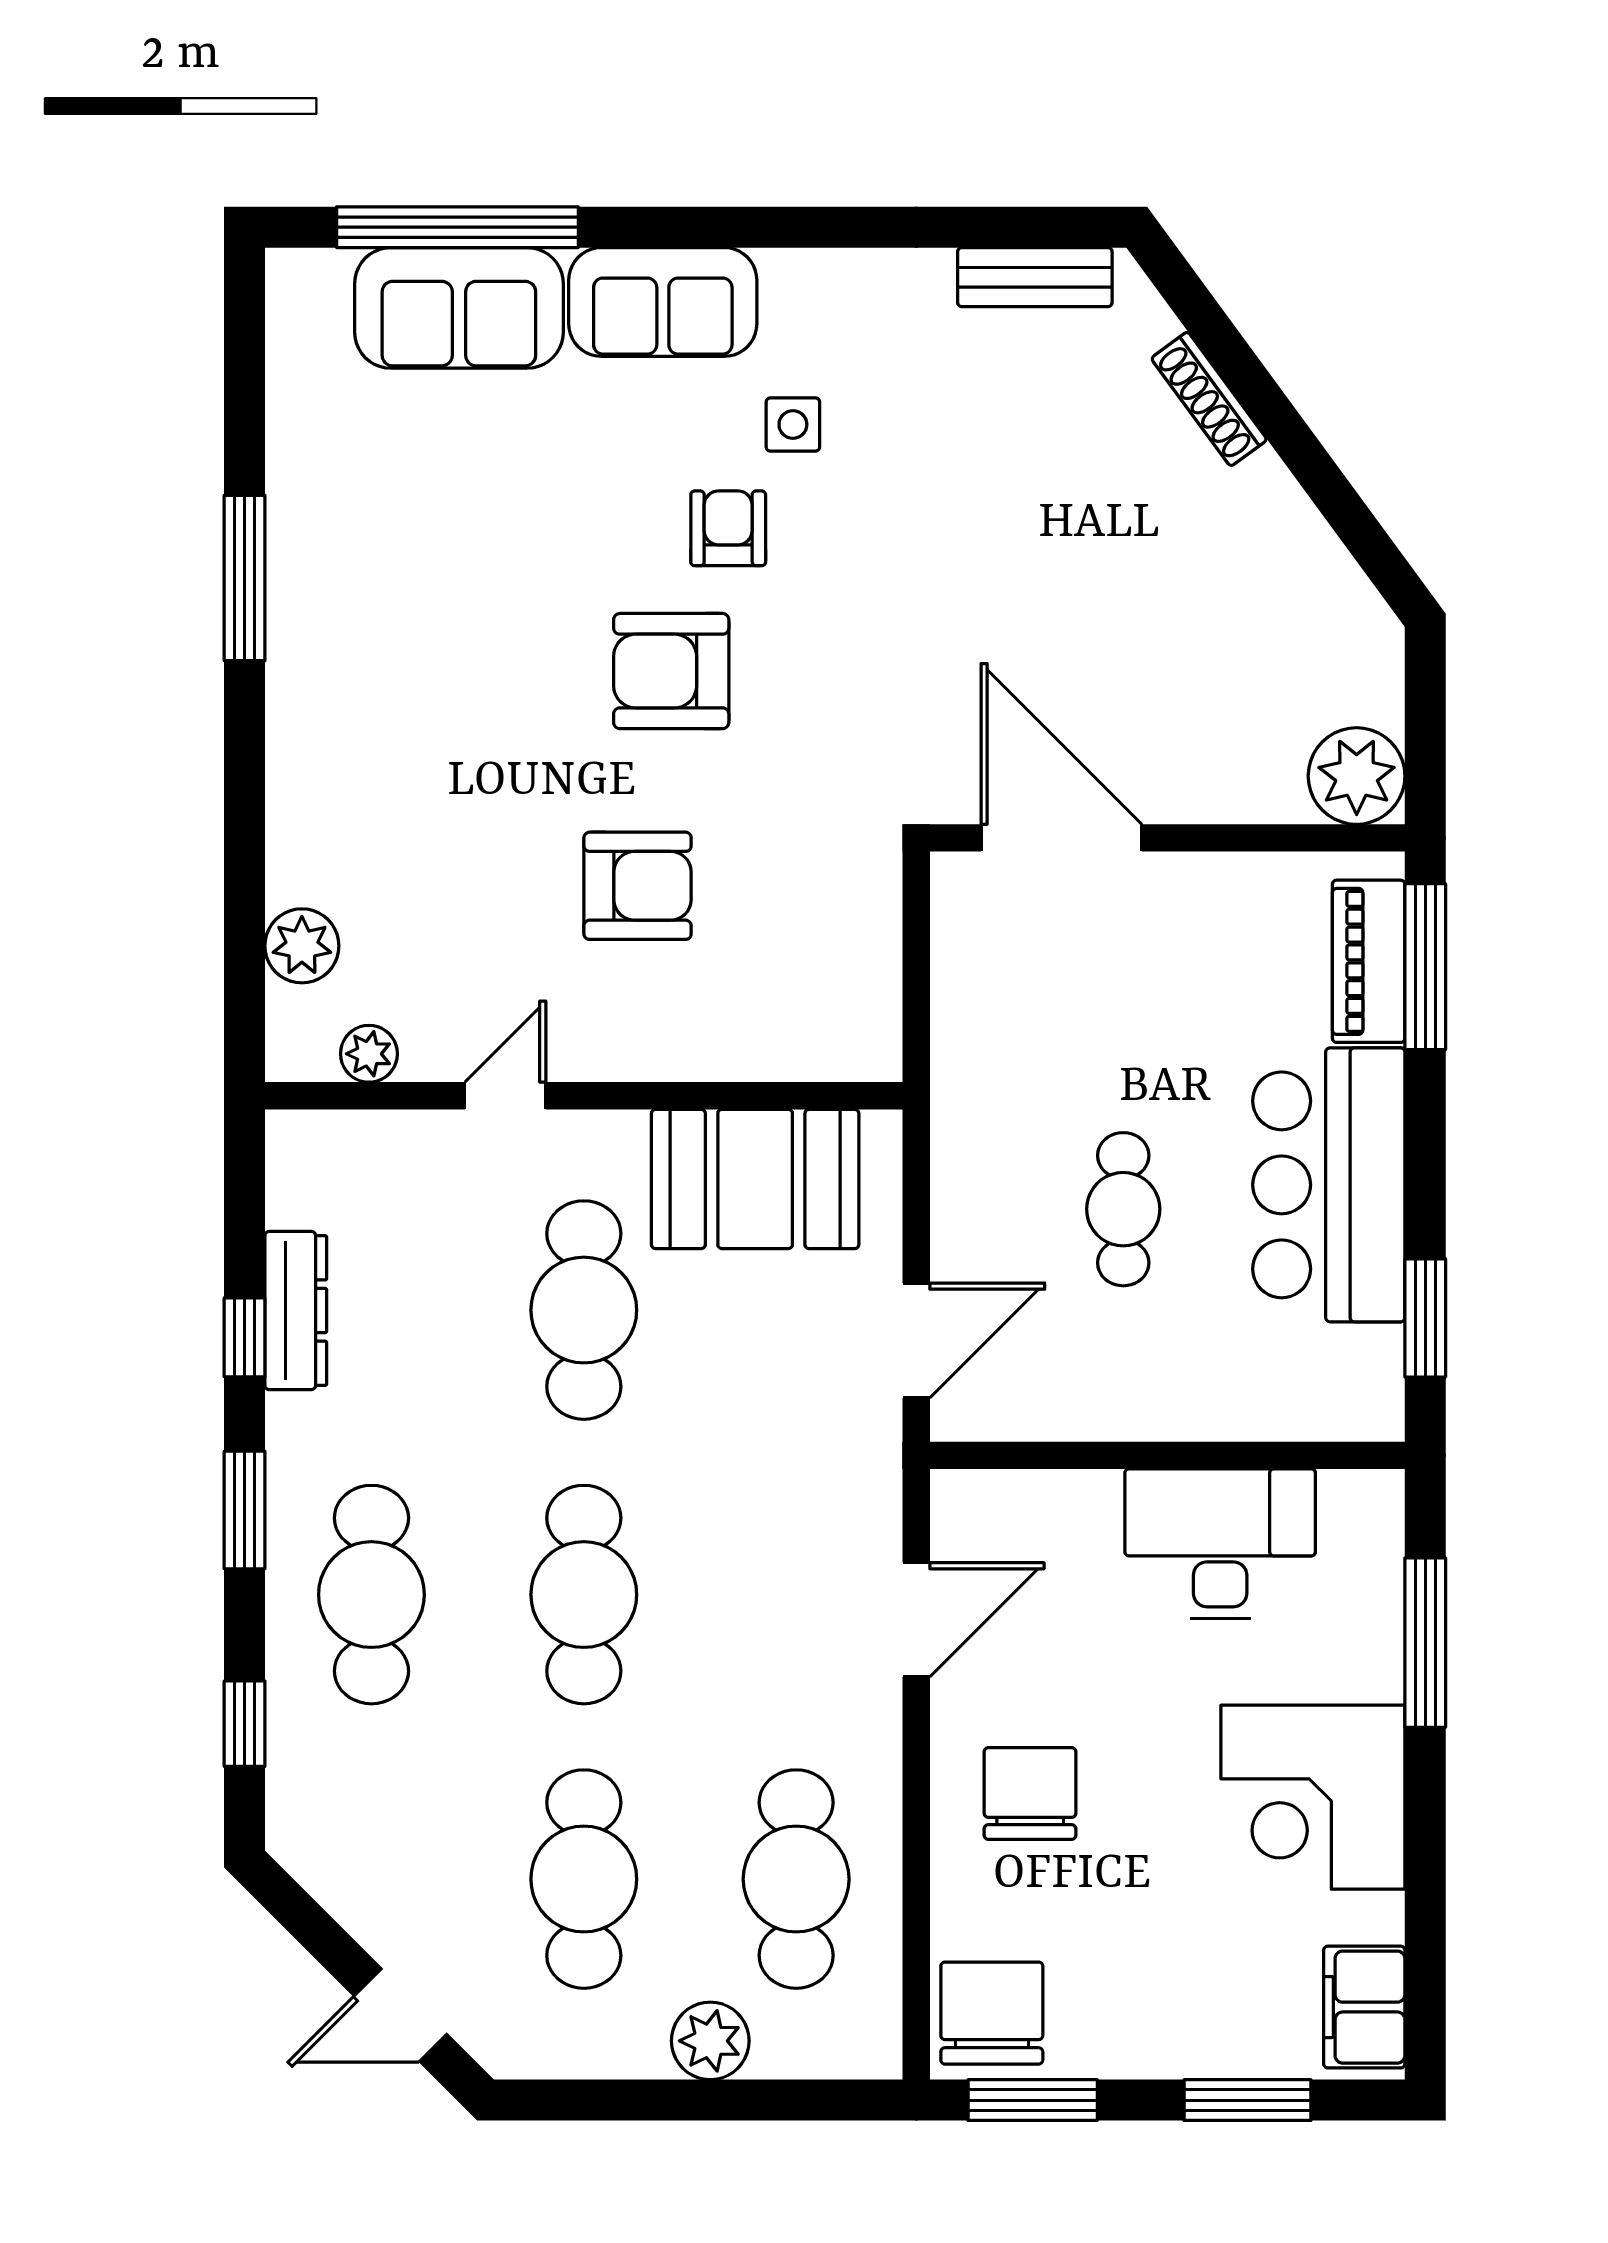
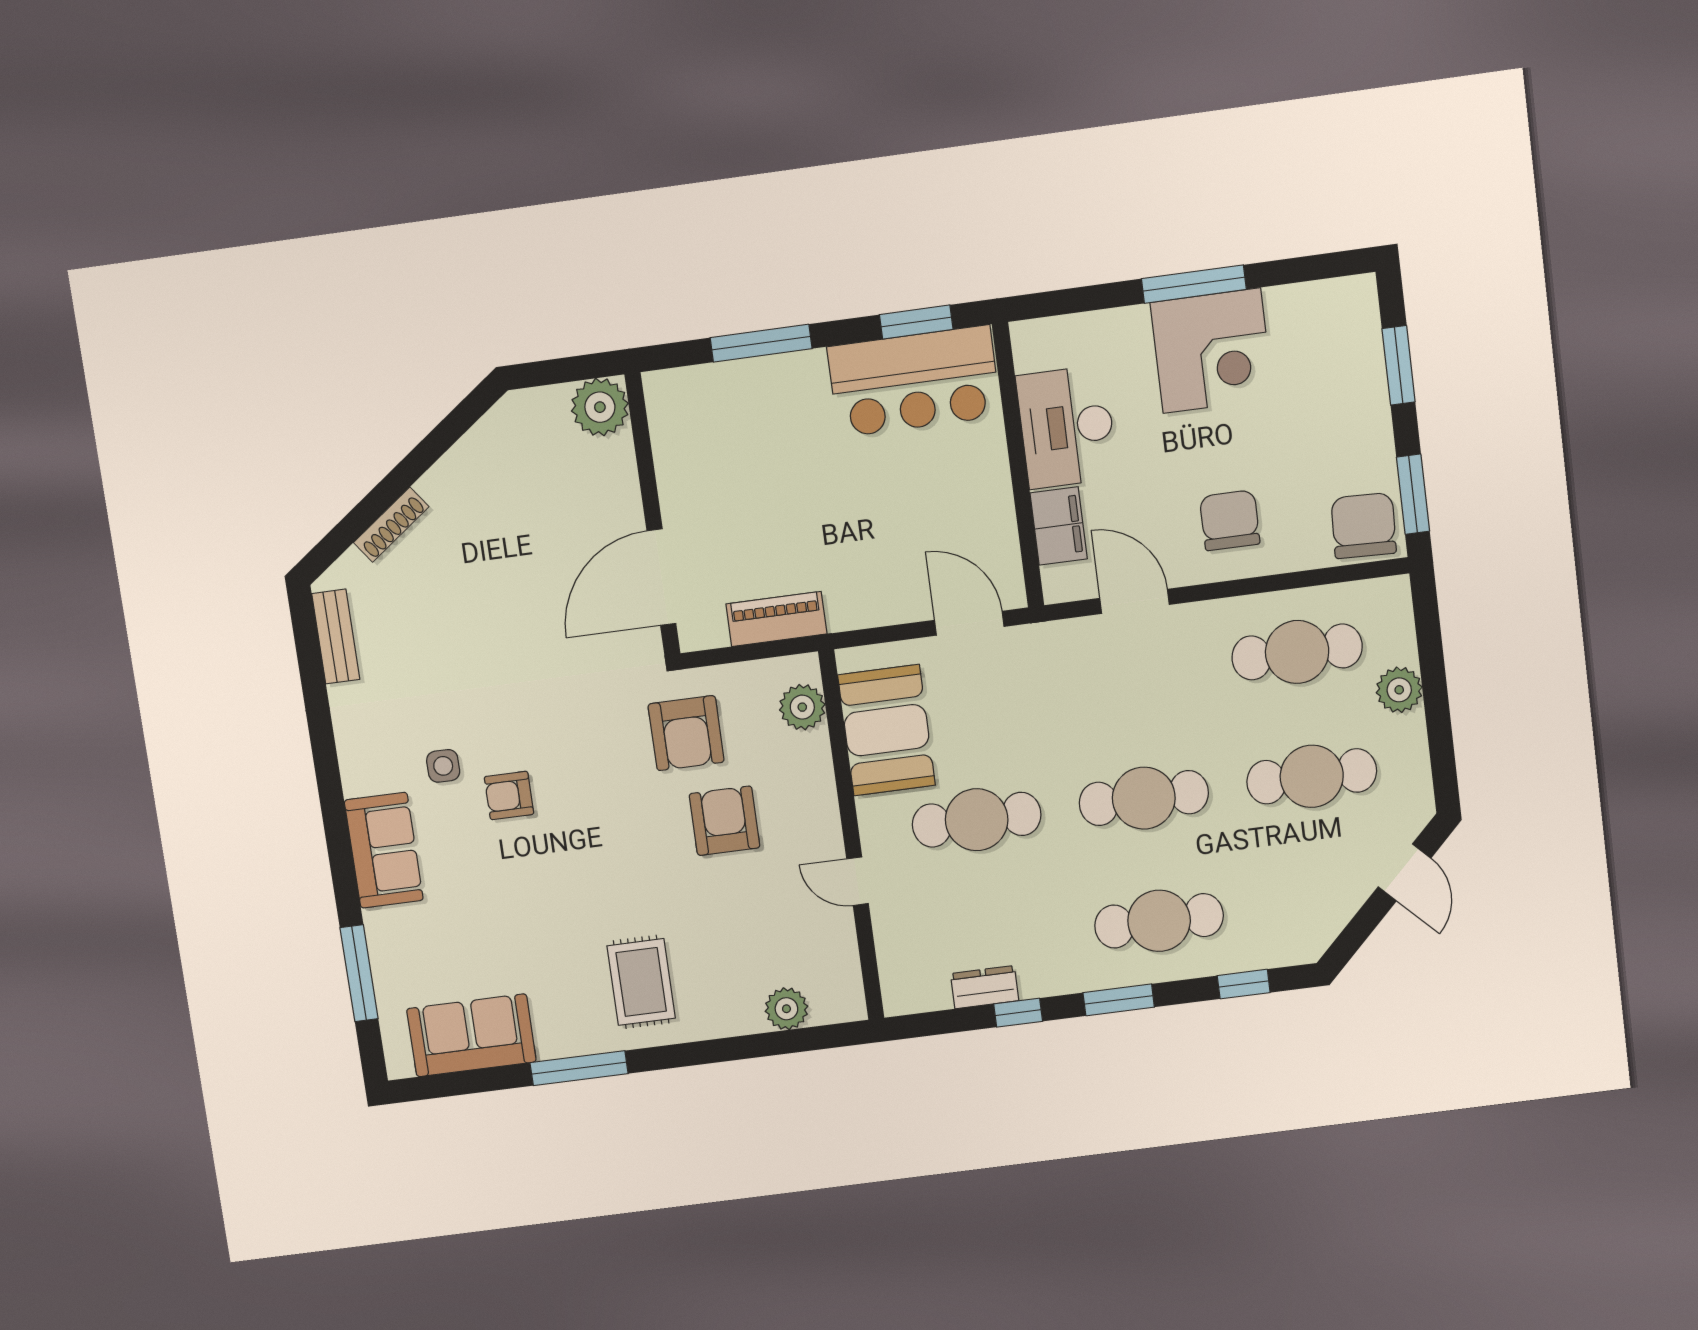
window: (457, 227) -> (359, 973), width x0.68
sofa: (459, 308) -> (471, 1035), moved, turned -90
armchair: (671, 671) -> (686, 733), moved
rug: (380, 705) -> (641, 982), added
piano: (1369, 961) -> (776, 619), moved, turned 180
window: (1425, 967) -> (761, 343), moved
plant: (369, 1054) -> (802, 707), moved, width x1.38, depth x1.38
bar counter: (1329, 1185) -> (914, 381), moved
cafe table: (1123, 1209) -> (875, 511), removed
dresser: (296, 1311) -> (985, 987), width x0.70
window: (1425, 1643) -> (1194, 284), moved
chair: (1030, 1794) -> (1230, 520), turned 90
filing cabinet: (1364, 2007) -> (1059, 526), moved, turned -90
chair: (992, 2013) -> (1364, 526), turned 92

